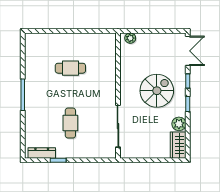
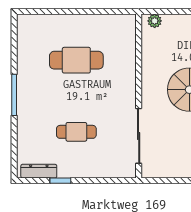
cafe table: (70, 68) -> (76, 60), width x1.37, depth x1.35
cafe table: (70, 123) -> (76, 132), turned 90

